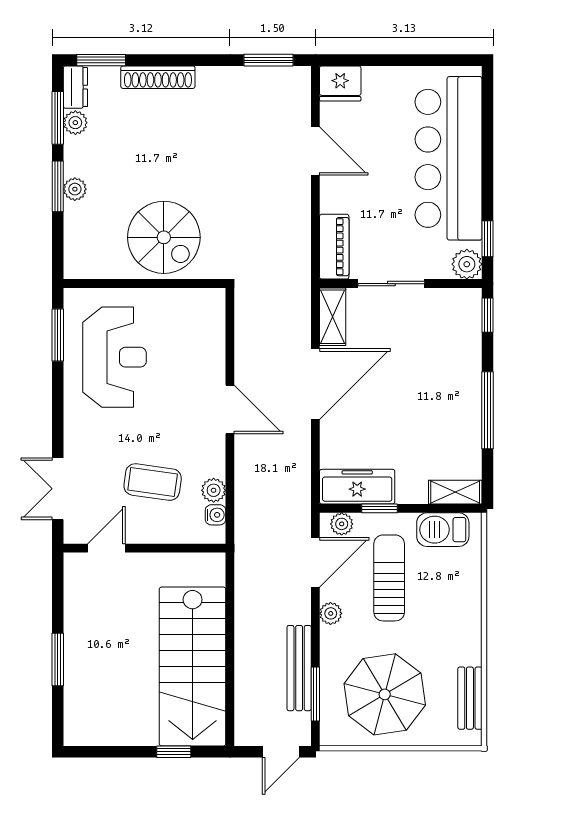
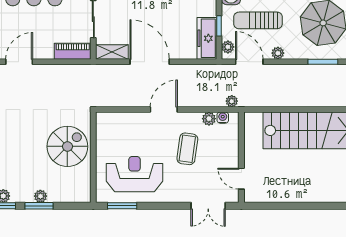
coffee table: (153, 482) -> (187, 149), moved
plant: (245, 531) -> (232, 101), added
window: (58, 659) -> (304, 206), removed
bench: (299, 668) -> (308, 71), removed

